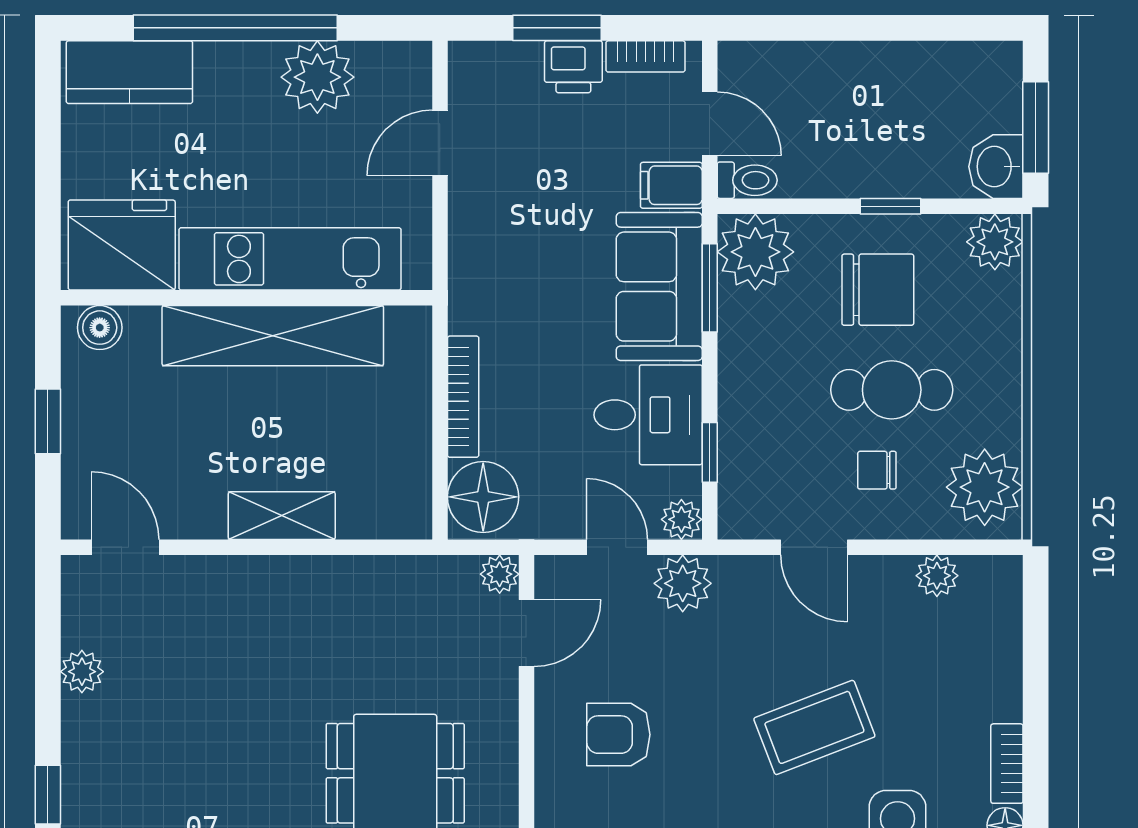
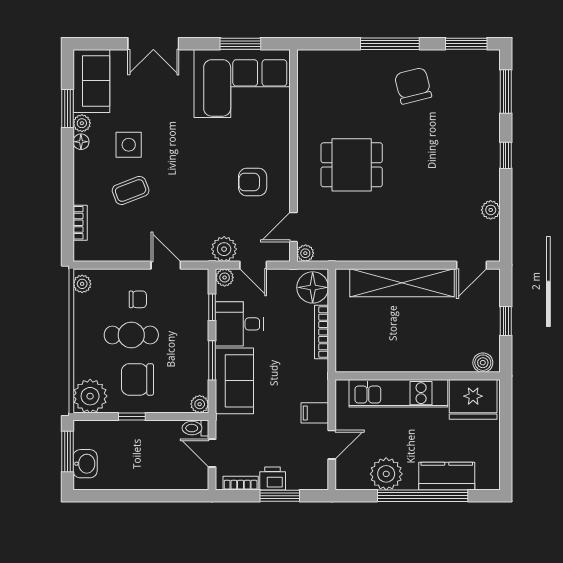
kitchen counter: (129, 72) -> (447, 476), moved
washbasin: (996, 167) -> (85, 464), moved
filing cabinet: (671, 185) -> (315, 413), moved, turned 180
plant: (995, 242) -> (90, 396), width x1.36, depth x1.36
plant: (755, 252) -> (200, 404), width x0.53, depth x0.53
window: (710, 288) -> (212, 360), moved
shelving: (273, 336) -> (406, 359), removed
plant: (985, 487) -> (82, 284), width x0.53, depth x0.53
shelving: (282, 516) -> (402, 283), width x2.20, depth x1.33
door: (125, 547) -> (472, 265), hinge flipped
plant: (937, 576) -> (111, 252), removed
coffee table: (814, 727) -> (131, 190), moved, width x0.73, depth x0.77
armchair: (618, 735) -> (253, 182), turned 180
bookcase: (1007, 764) -> (80, 223), moved

